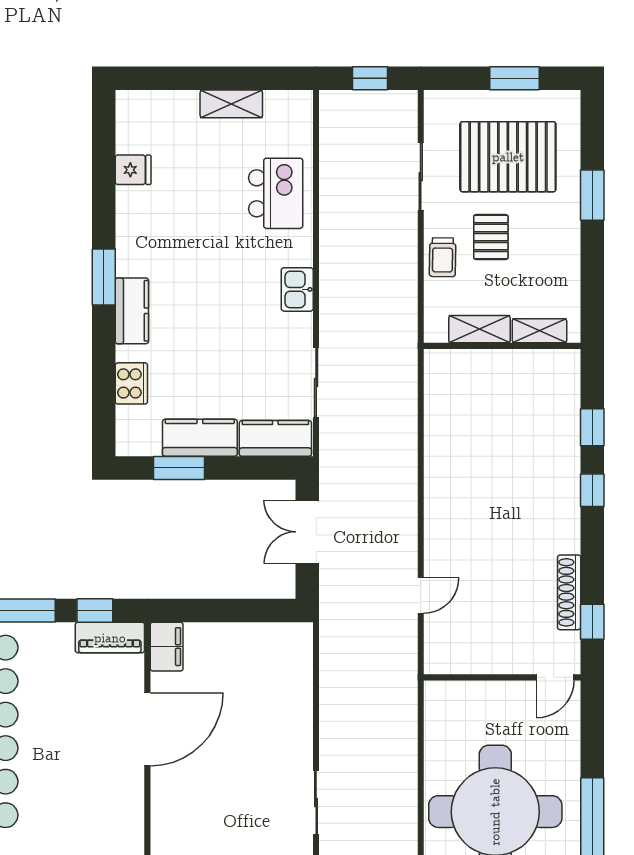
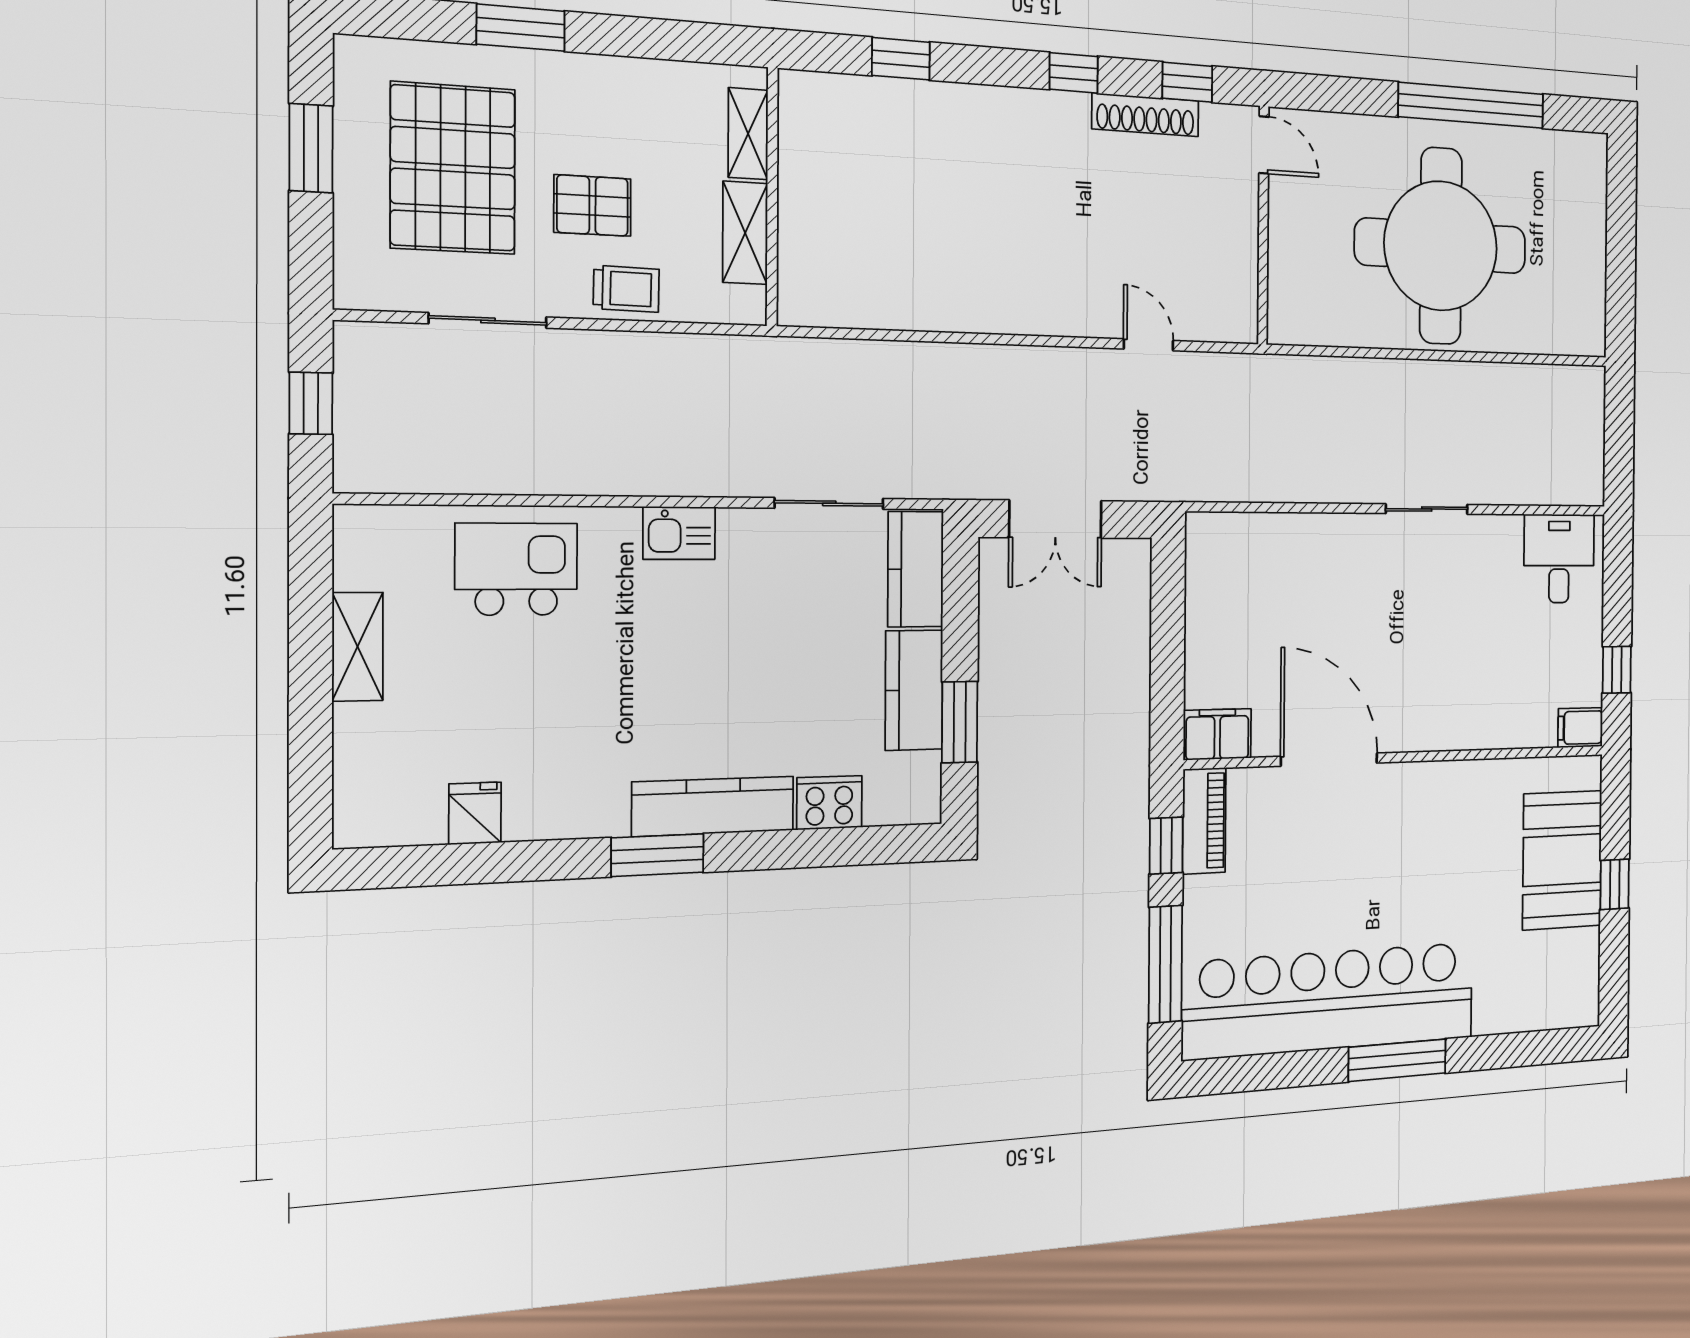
kitchen counter: (132, 311) -> (713, 806), width x1.50
window: (592, 490) -> (1074, 73), moved

